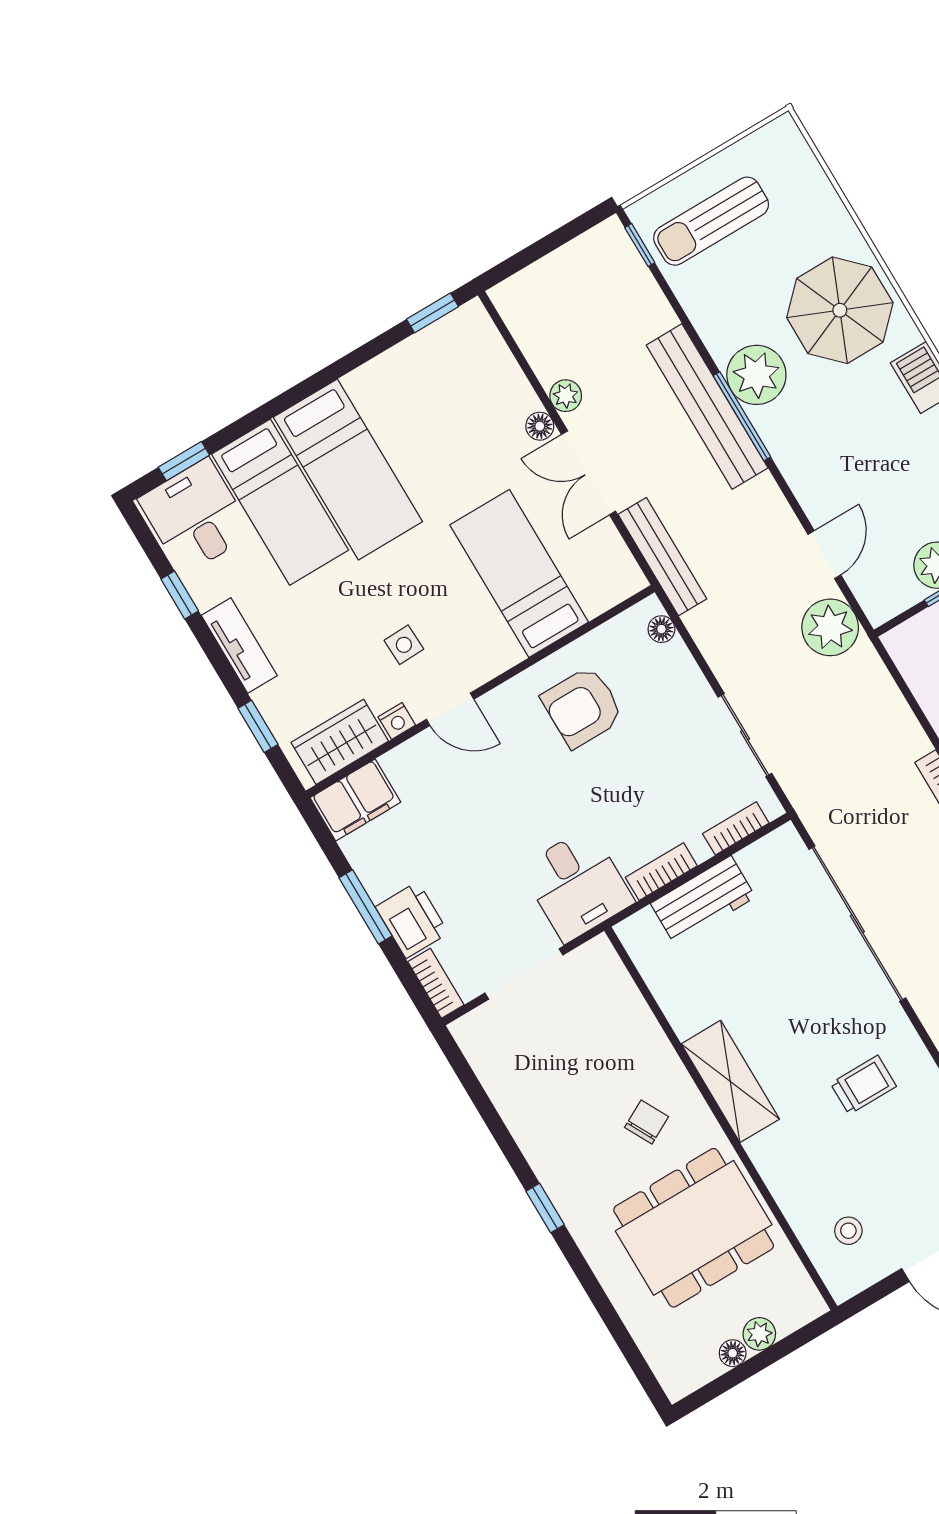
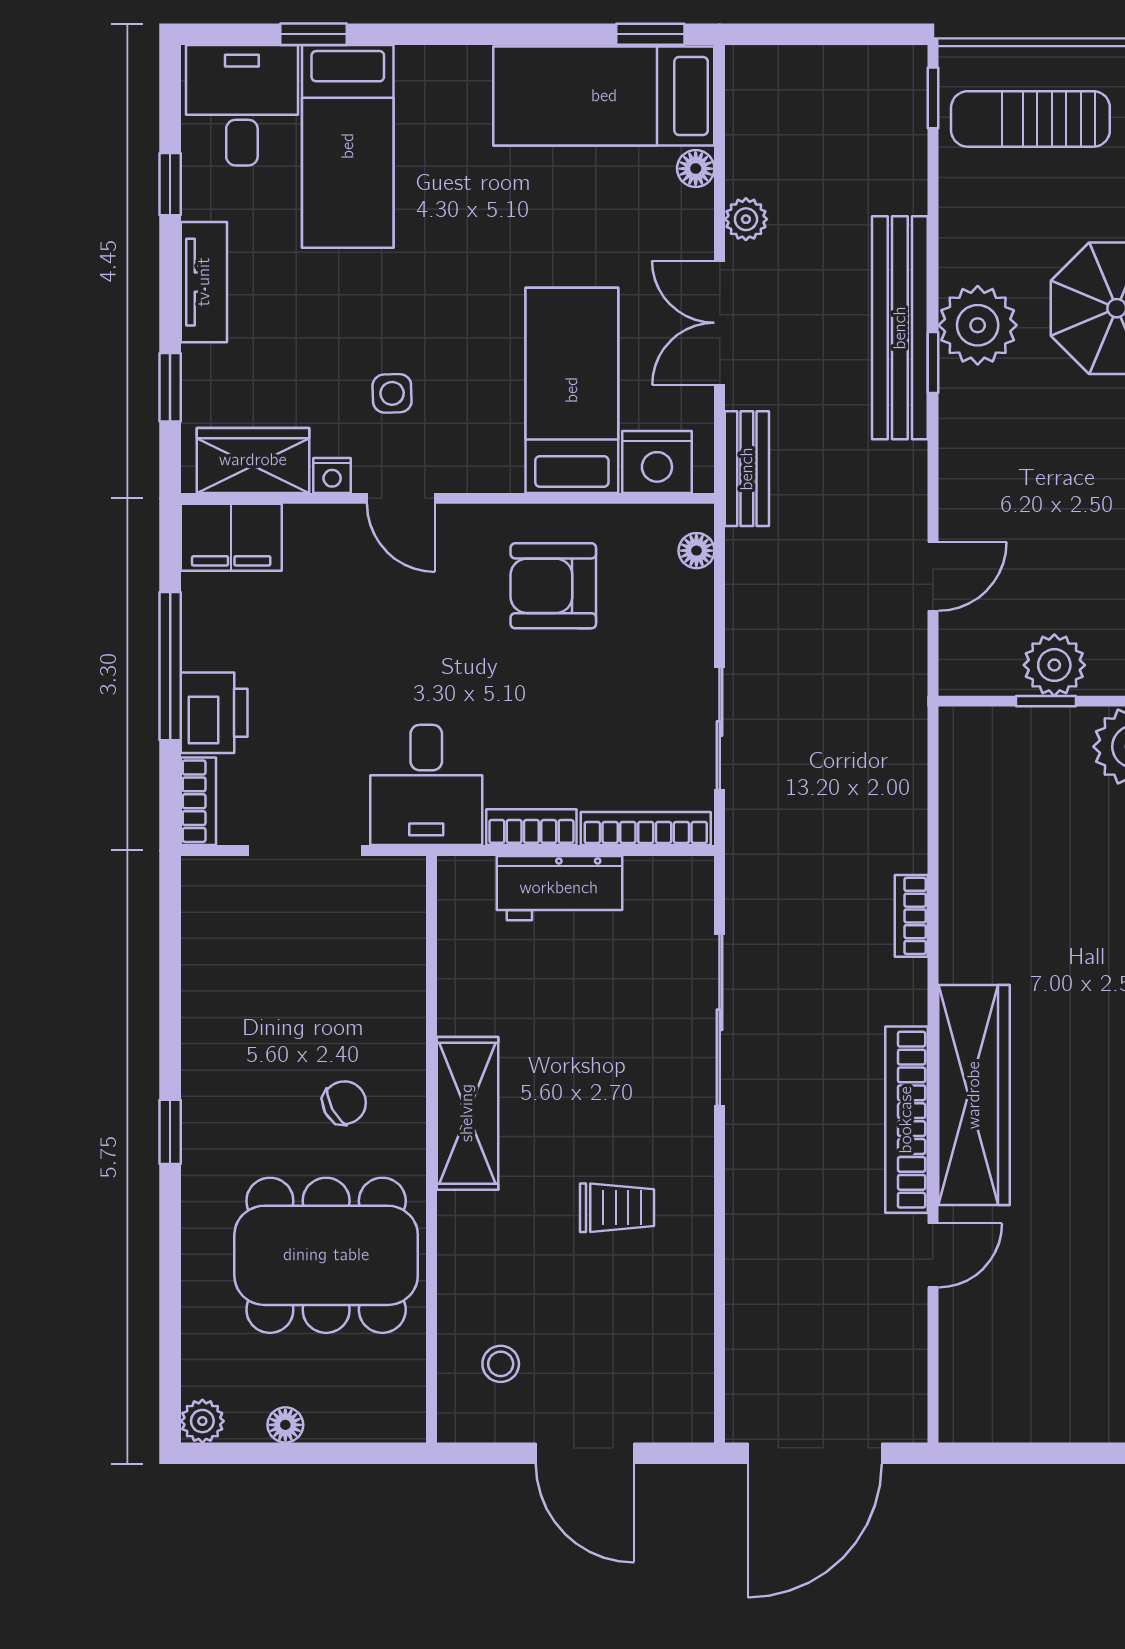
window: (742, 416) -> (933, 363), width x0.46
floor lamp: (540, 426) -> (696, 169), moved
window: (184, 461) -> (314, 34), moved
bed: (348, 469) -> (604, 96), moved, turned 90
bench: (662, 557) -> (747, 469), width x0.73
nightstand: (602, 587) -> (657, 462), added
plant: (830, 627) -> (890, 663), removed
bookcase: (736, 828) -> (646, 828), width x1.56
window: (366, 907) -> (170, 666), width x1.44
sliding door: (857, 924) -> (720, 1020), width x0.73
plant: (759, 1334) -> (202, 1421), moved

